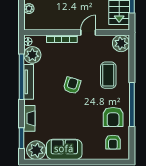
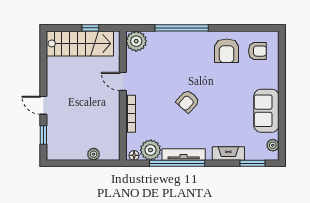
coffee table: (108, 75) -> (175, 57), removed
armchair: (72, 85) -> (188, 101), turned -65
window: (132, 104) -> (182, 28), moved
armchair: (113, 117) -> (227, 51), turned 90
plant: (36, 150) -> (273, 145), width x0.53, depth x0.53

